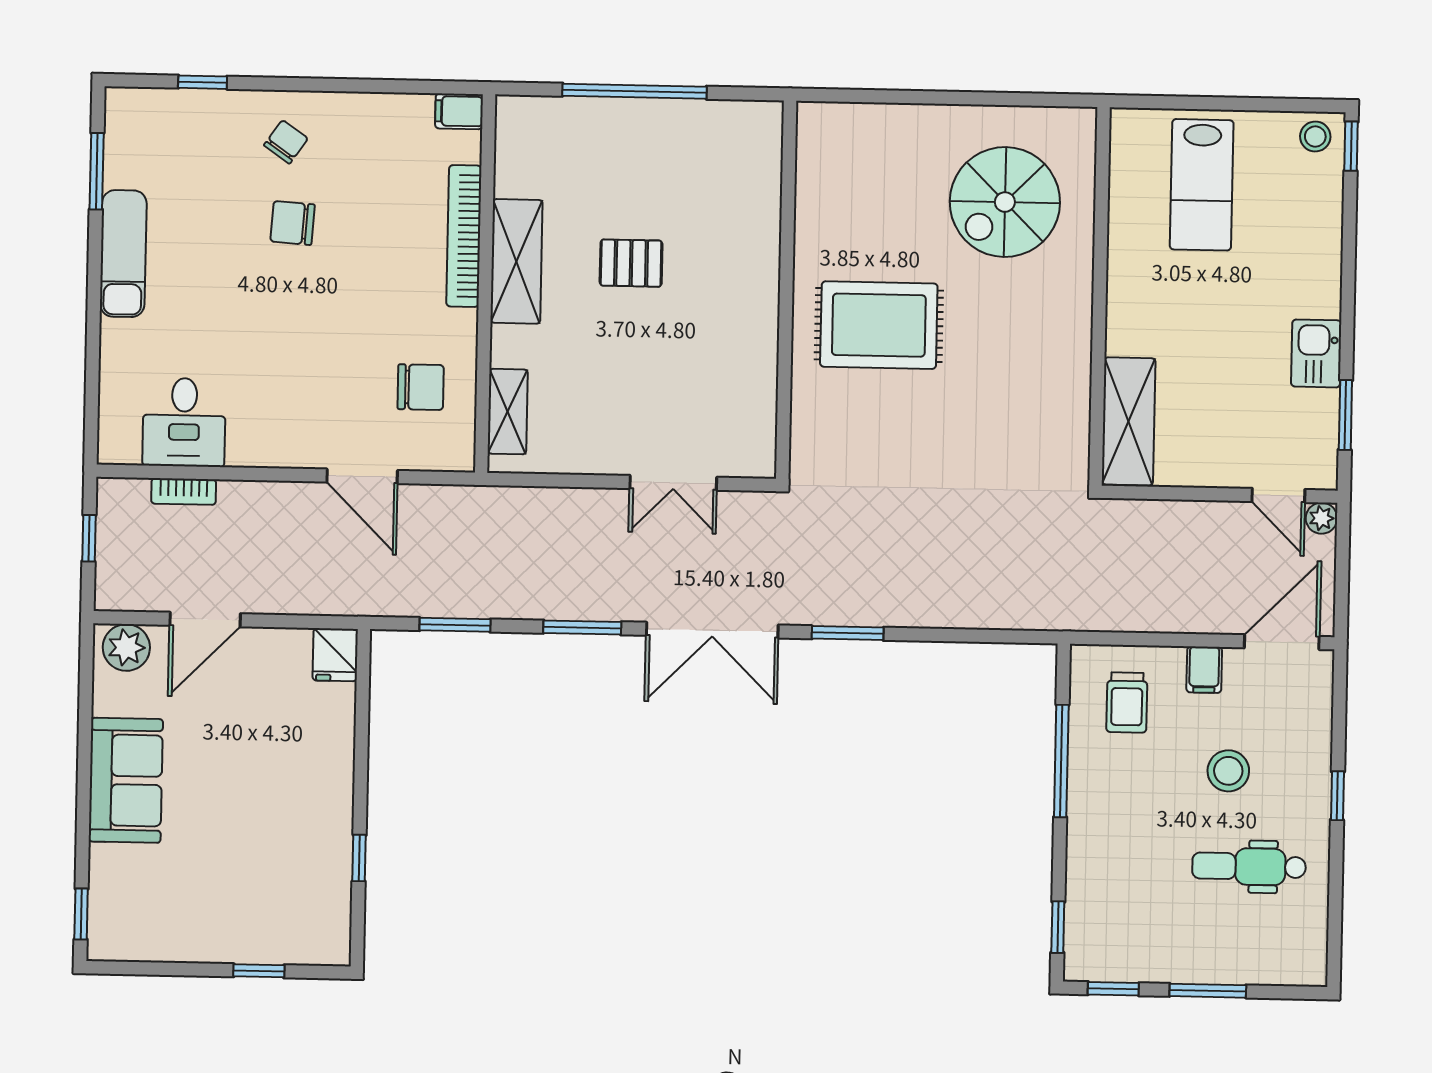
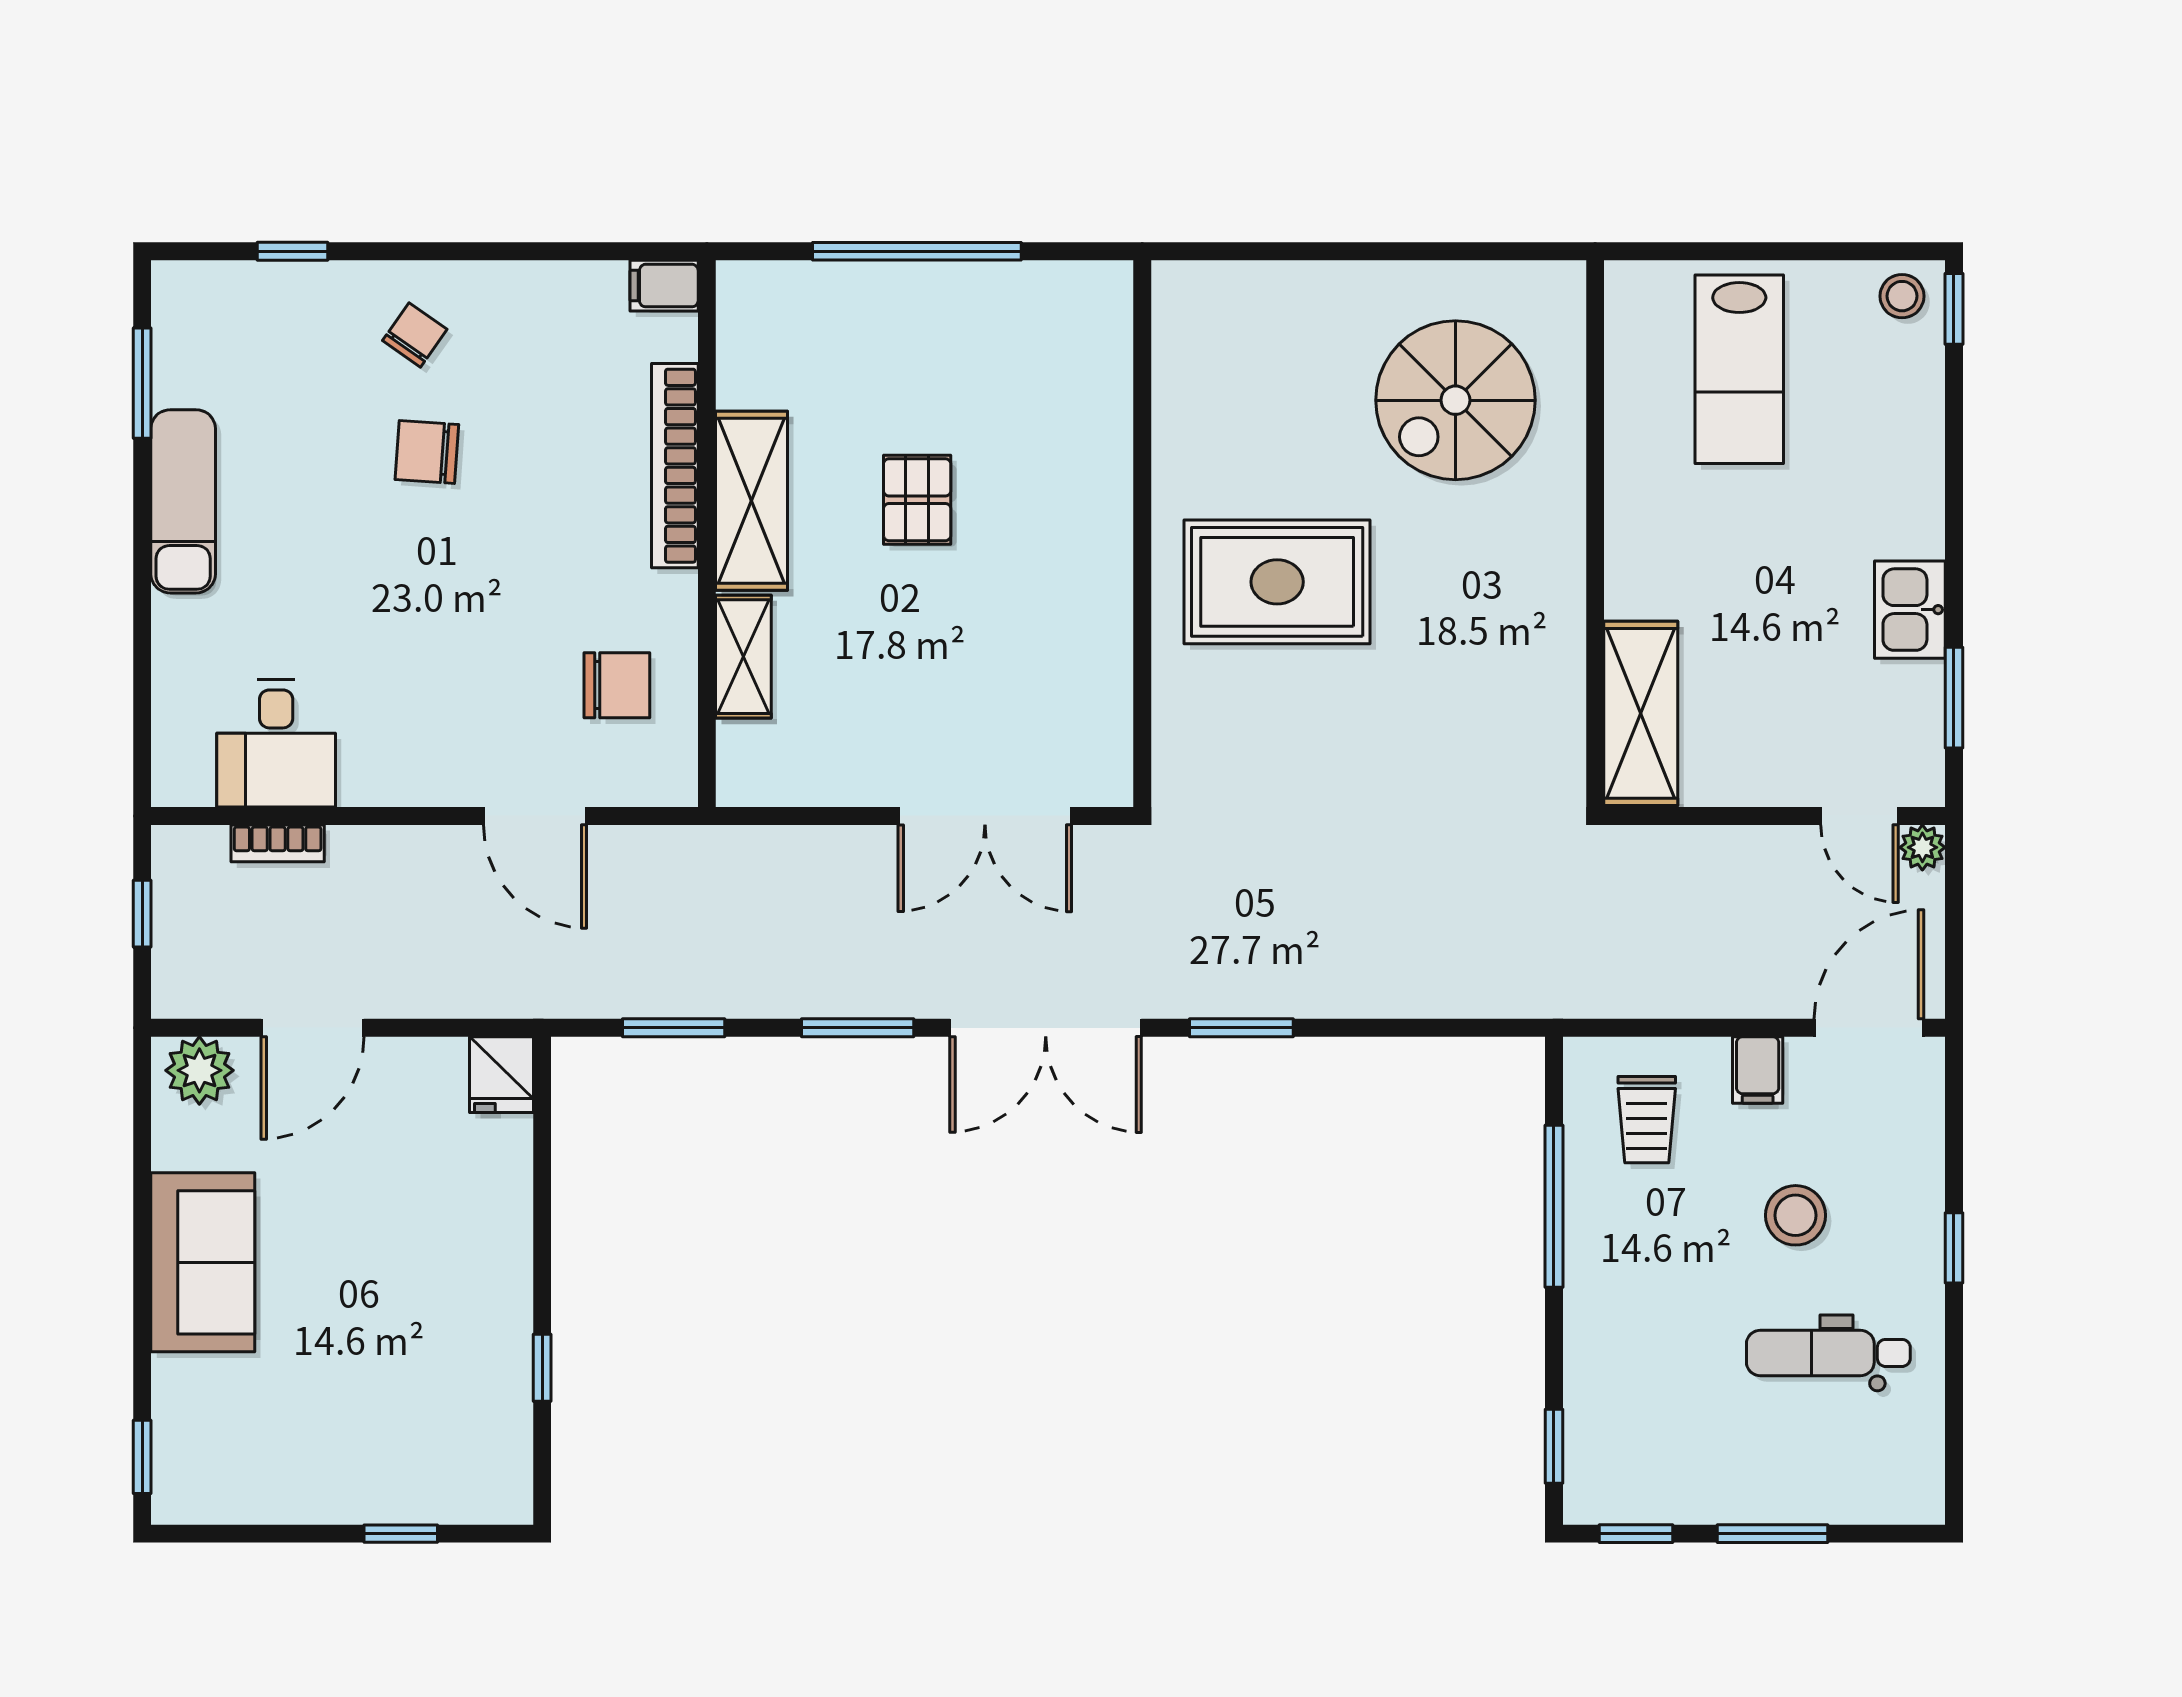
pallet: (631, 263) -> (917, 500), turned 90
shelving: (508, 412) -> (743, 657), moved
double door: (673, 483) -> (985, 816), width x1.37

